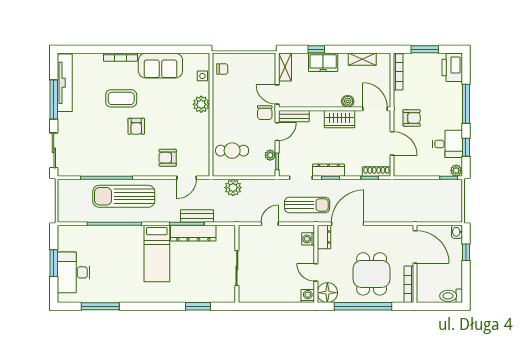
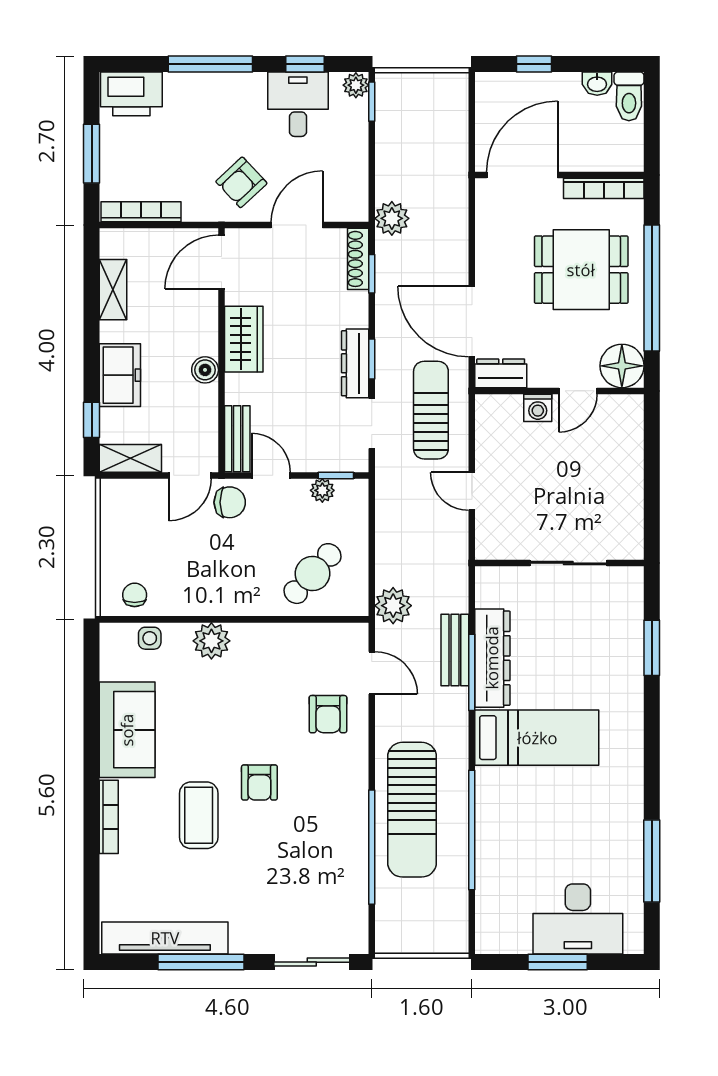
window: (316, 49) -> (92, 420), moved
boiler: (348, 101) -> (205, 370), moved
armchair: (412, 118) -> (241, 182), turned -133
armchair: (136, 126) -> (259, 782), turned 90
cafe table: (232, 151) -> (312, 574), turned 42
plant: (395, 187) -> (392, 218), added
plant: (233, 188) -> (393, 606), moved
washbasin: (457, 232) -> (597, 84), moved
washing machine: (308, 239) -> (538, 408), moved
washing machine: (308, 296) -> (629, 409), removed

